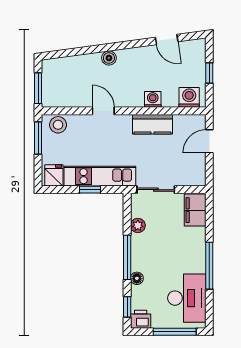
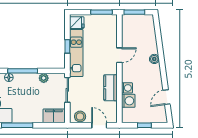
washing machine: (189, 97) -> (128, 101), moved
stool: (58, 125) -> (80, 116), moved

